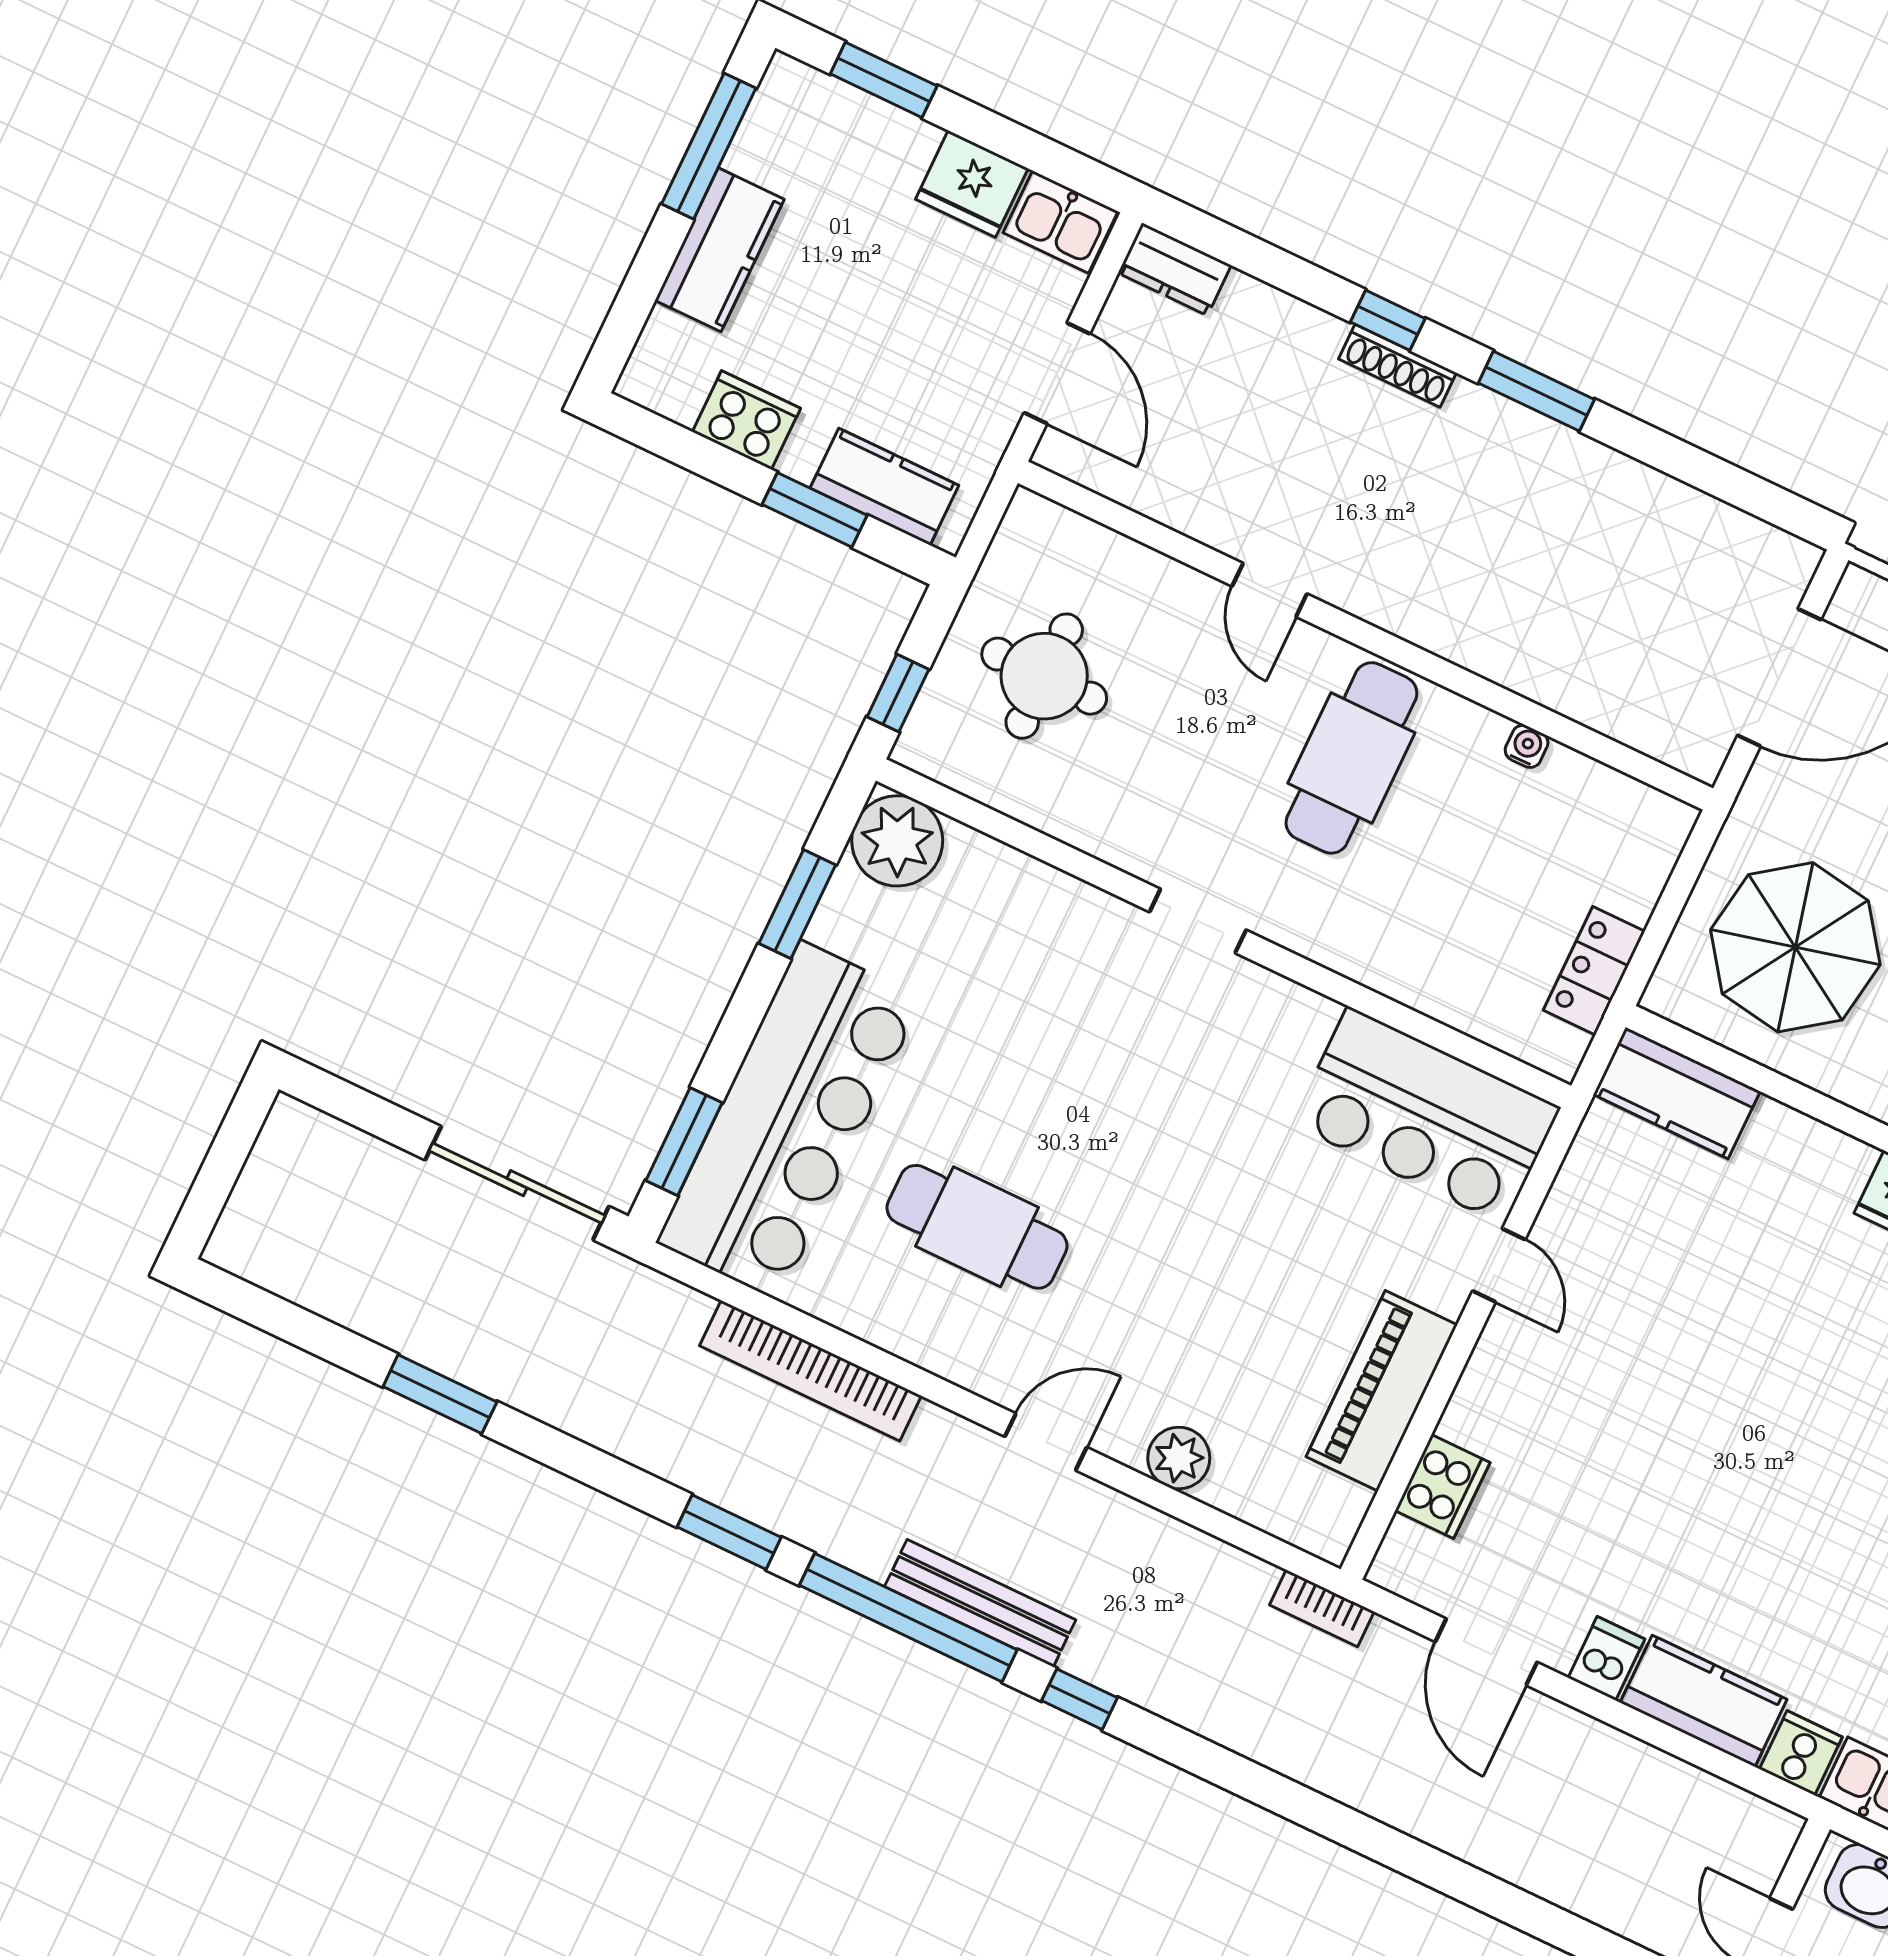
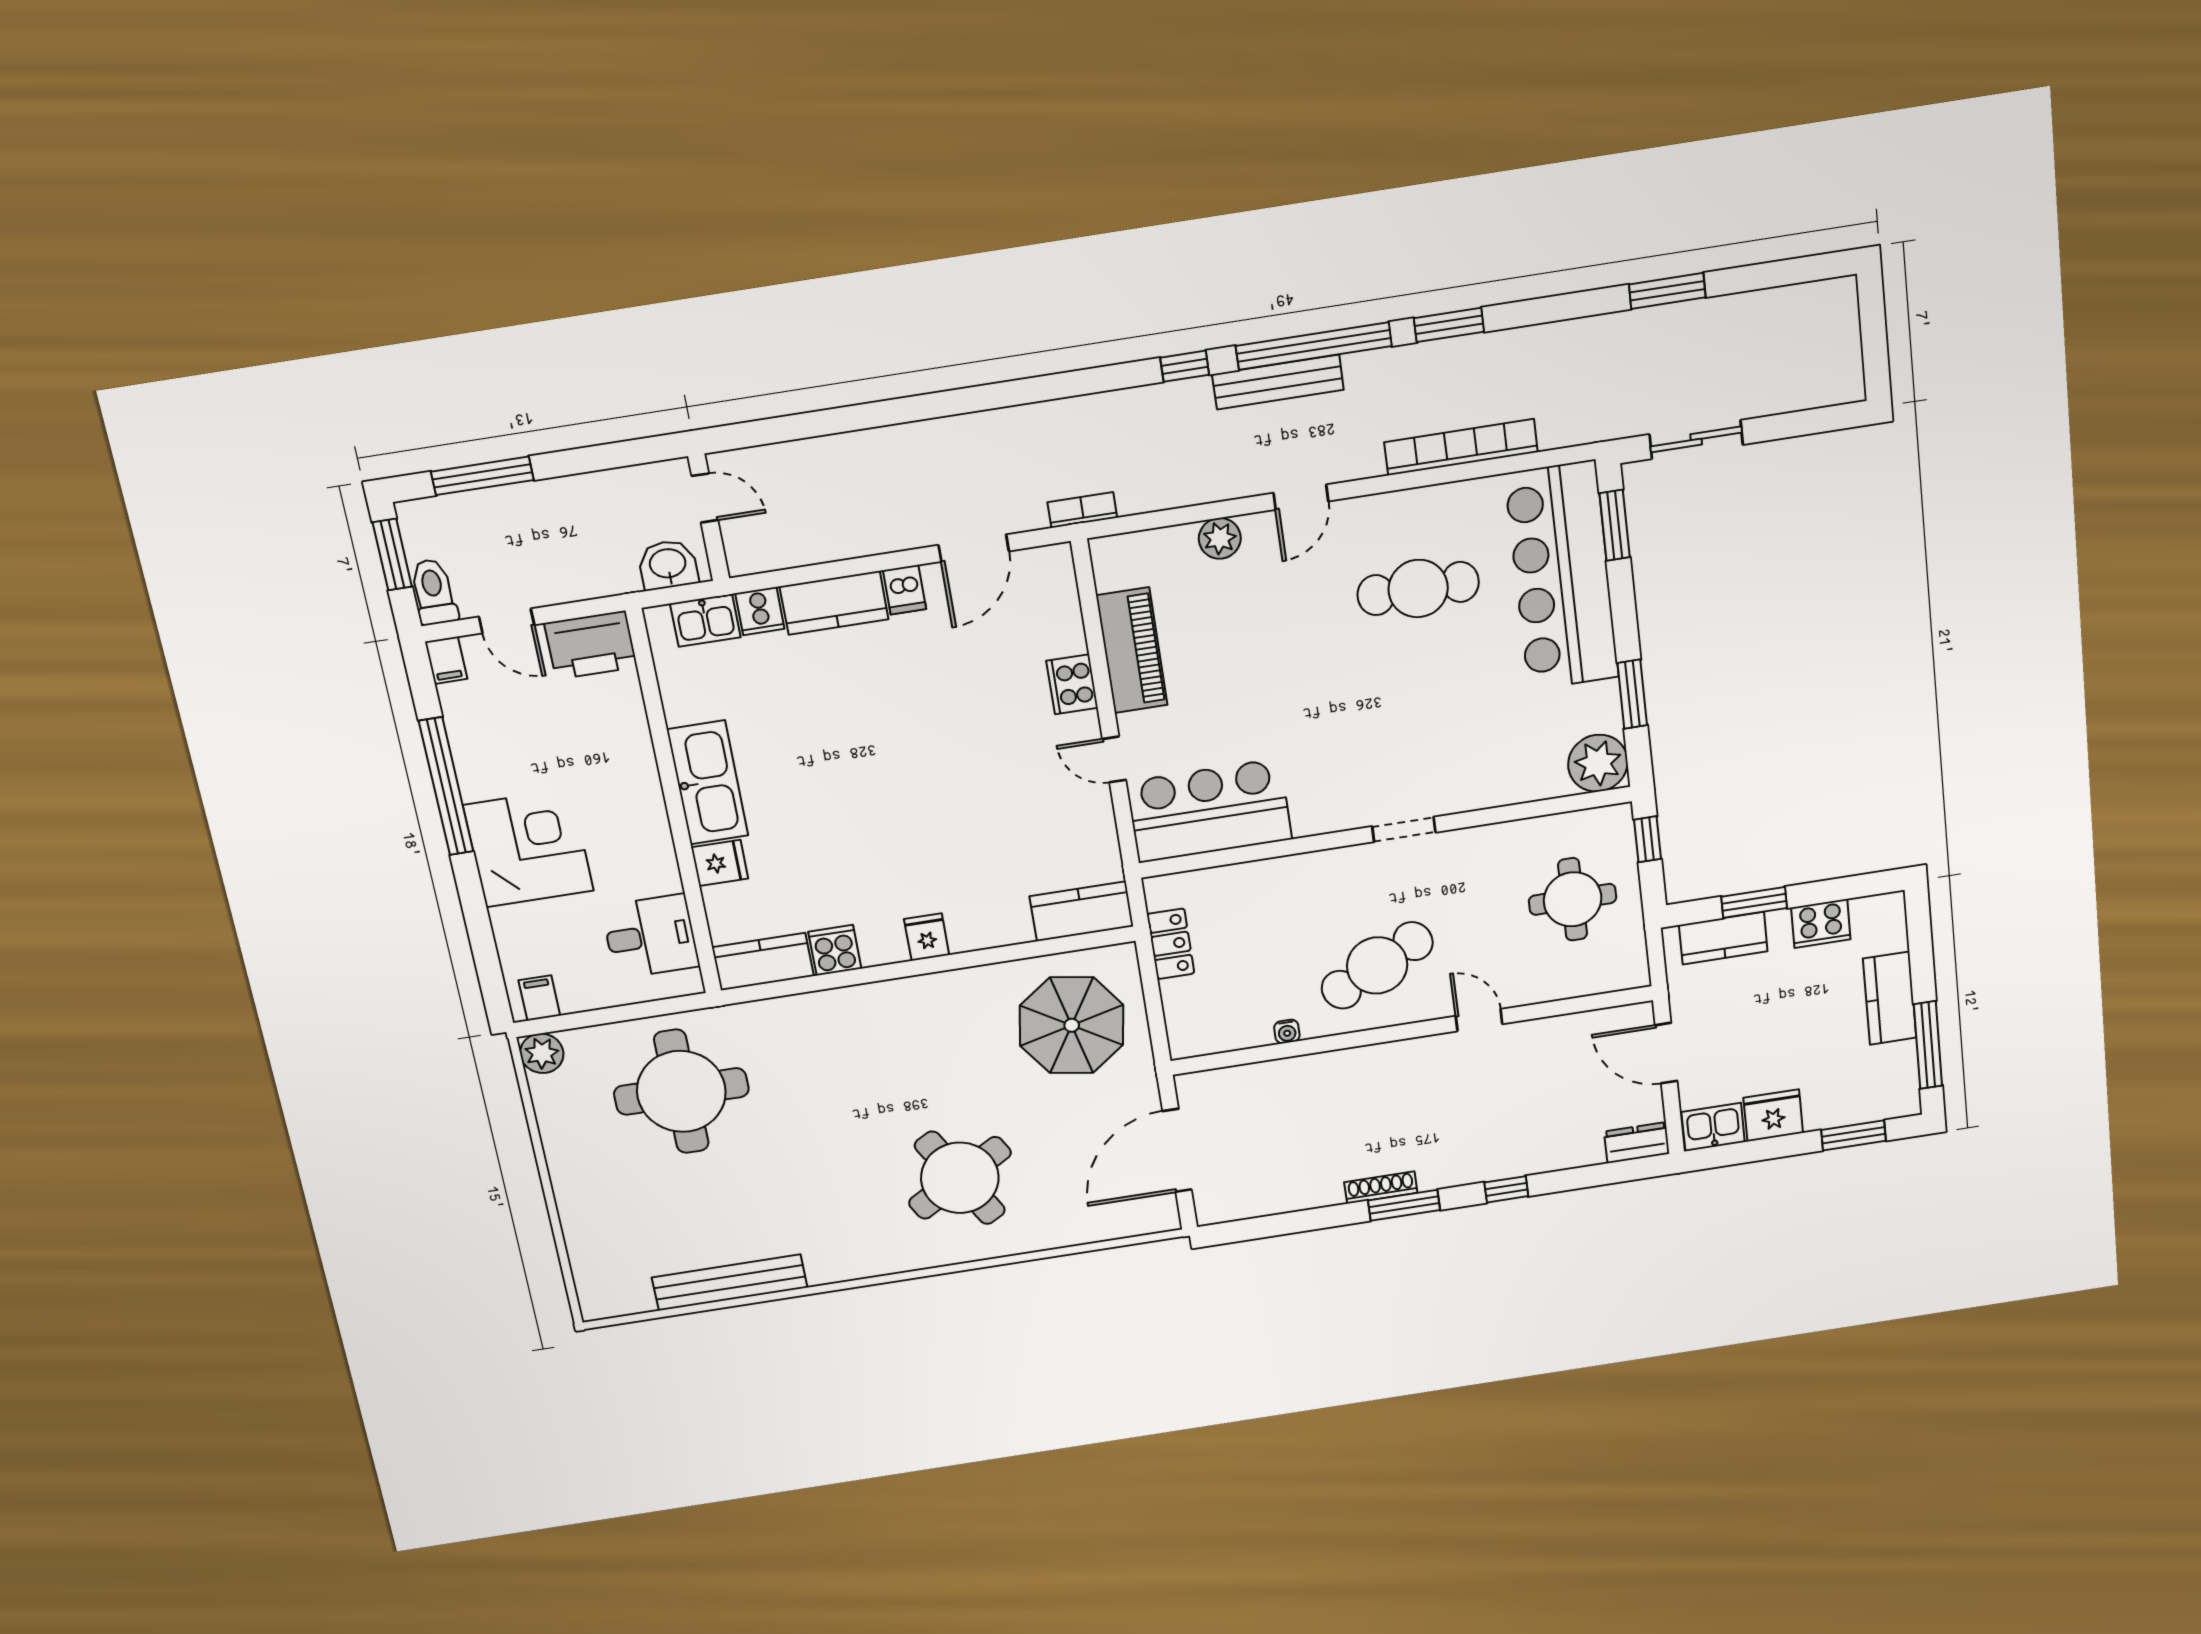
shoe rack: (1398, 366) -> (1381, 1187), moved
cafe table: (1351, 758) -> (1377, 965), turned 63
sliding door: (517, 1183) -> (1696, 439), width x0.73
cooker: (1442, 1487) -> (1072, 684), moved
door: (1486, 1652) -> (974, 548), swing flipped

